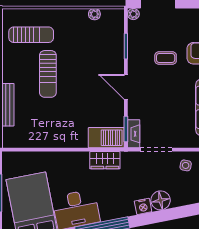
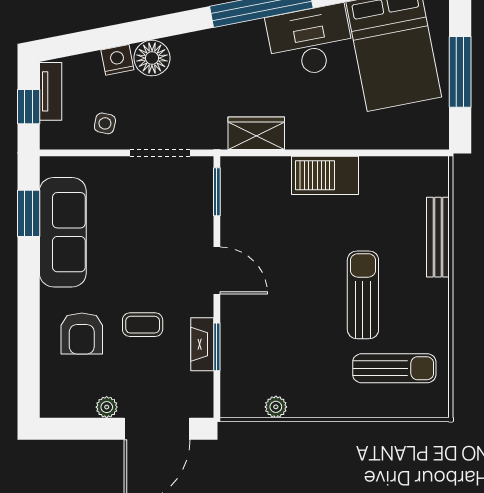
plant: (133, 14) -> (107, 407), moved
sun lounger: (31, 35) -> (394, 368), turned 180
fireplace: (134, 134) -> (202, 344), moved
barbecue: (106, 138) -> (325, 175), moved
nightstand: (143, 206) -> (117, 60), moved

